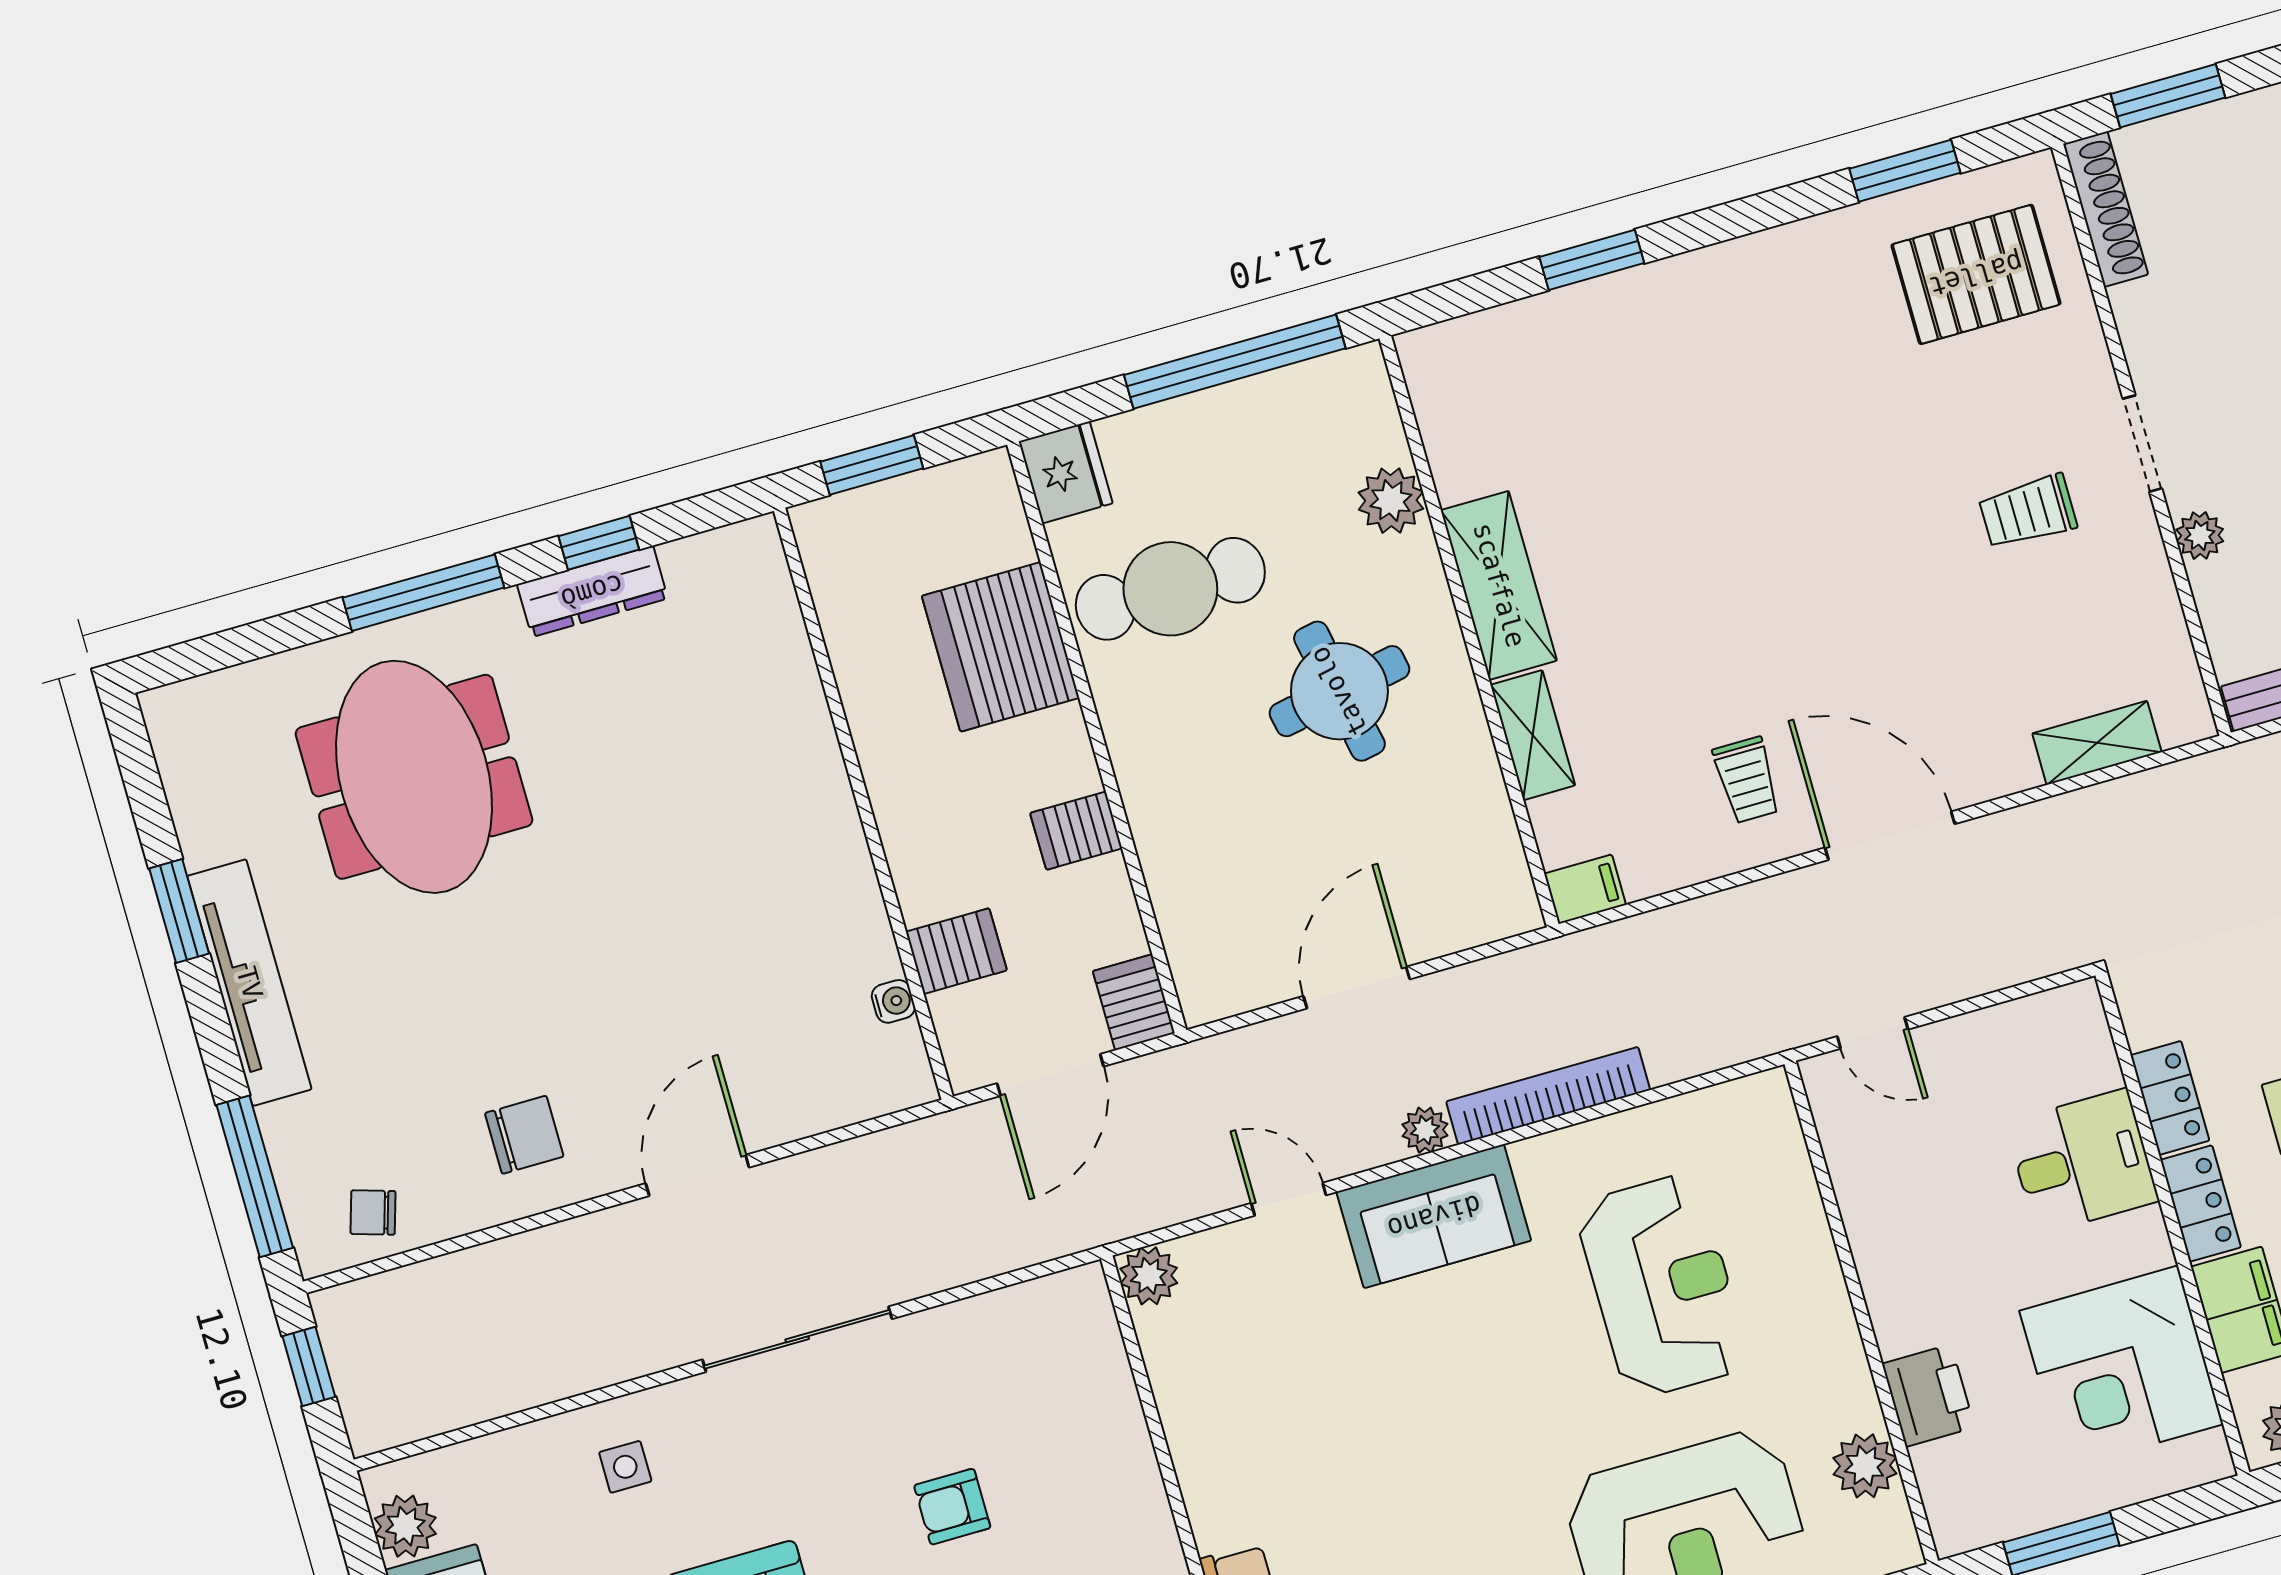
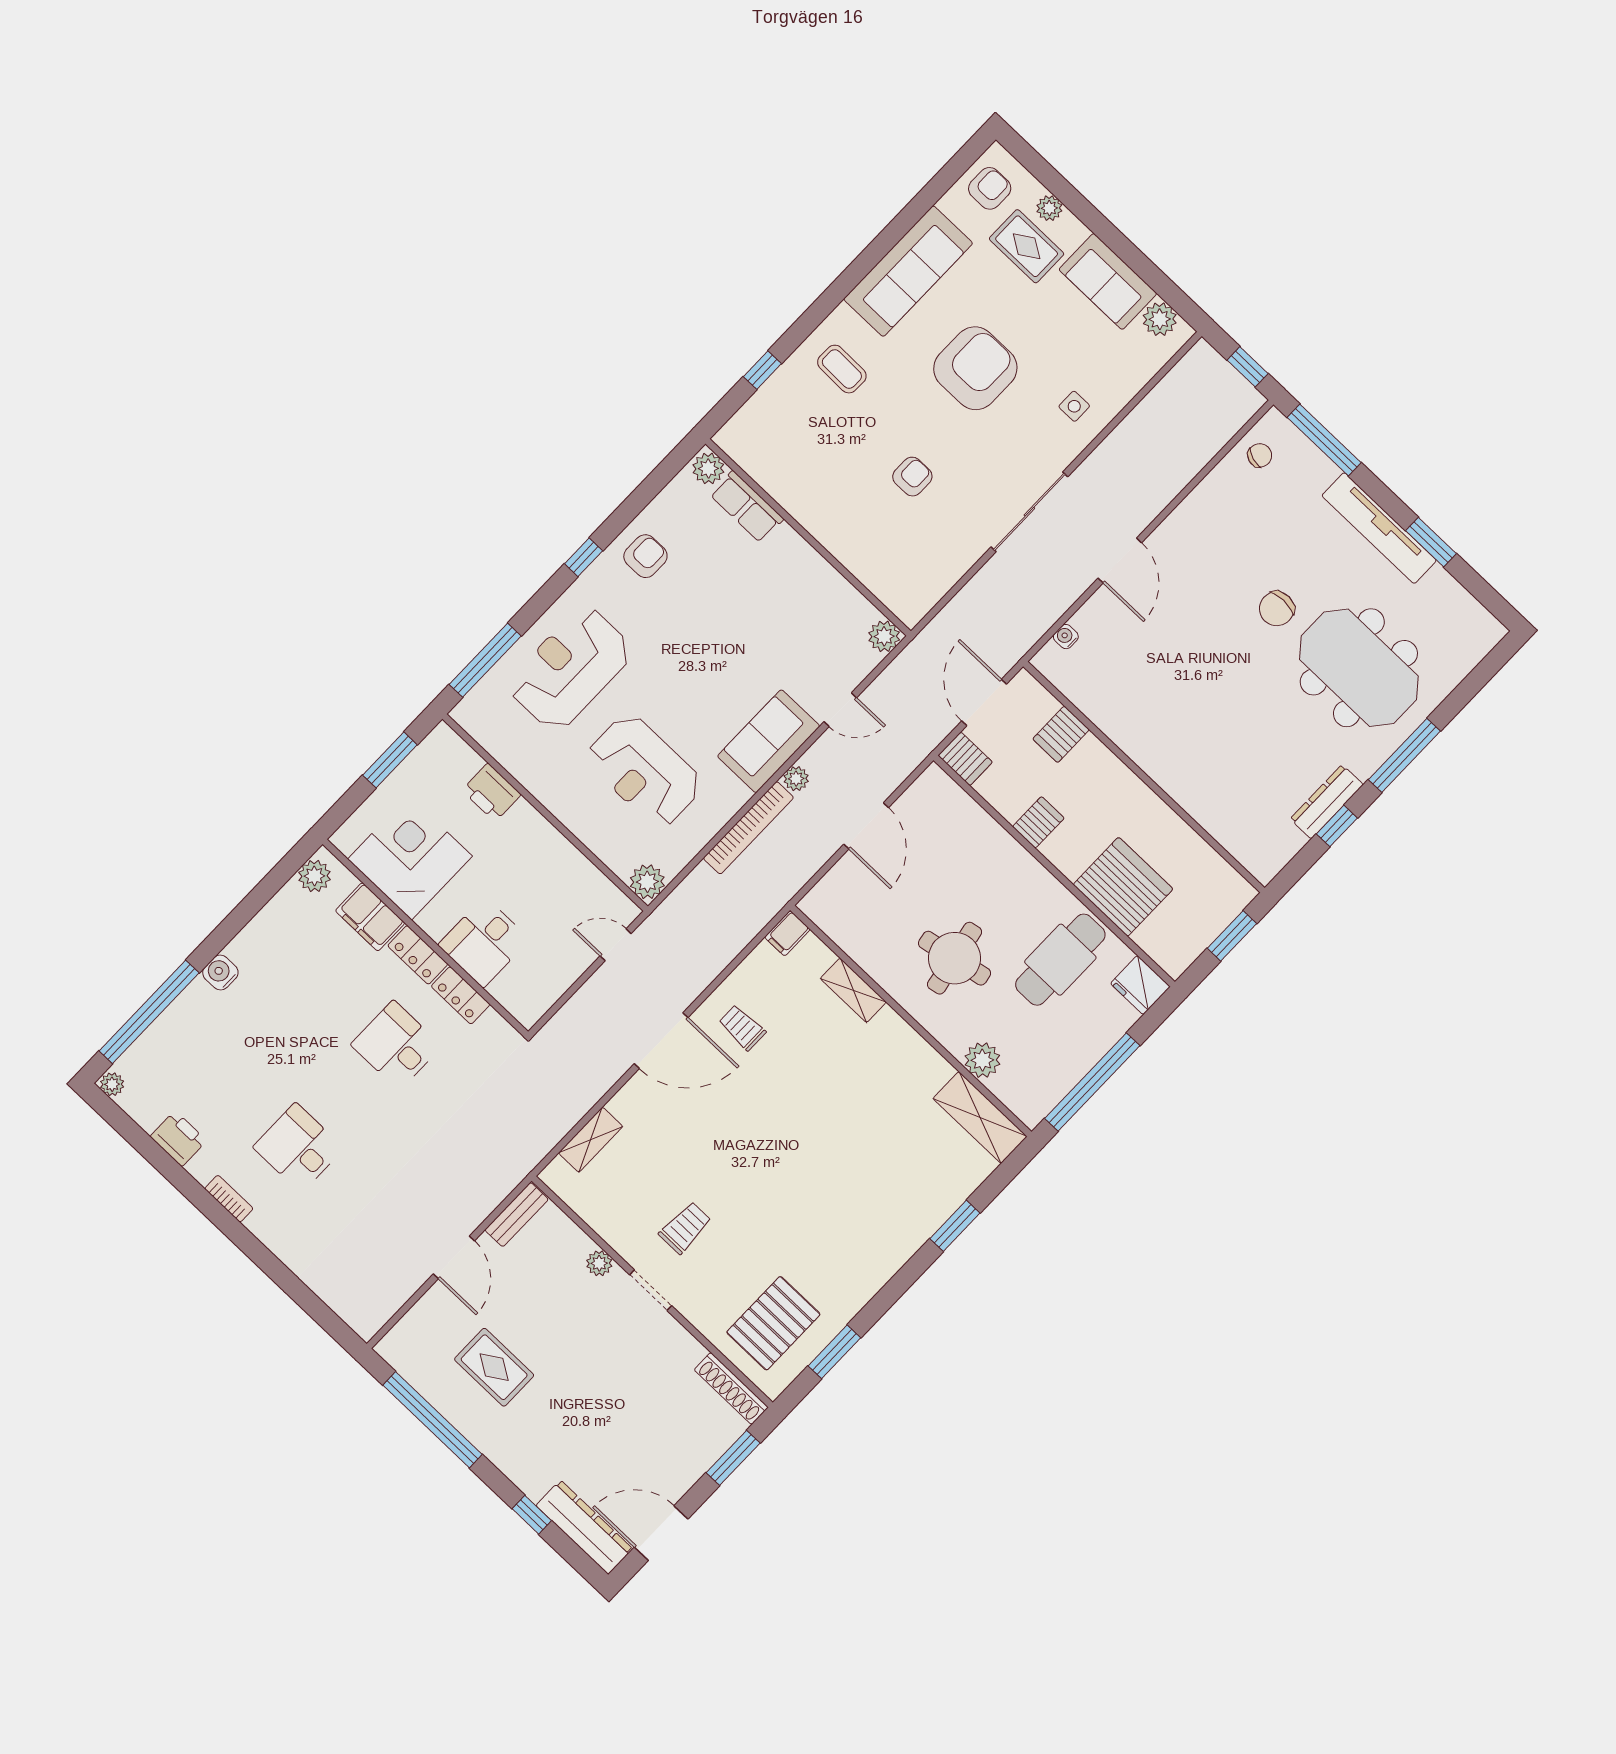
shelving: (1499, 585) -> (980, 1117), moved
water cooler: (893, 1001) -> (1066, 637), moved, turned 90
chair: (524, 1135) -> (1277, 609), moved
plant: (1865, 1466) -> (647, 882), moved

